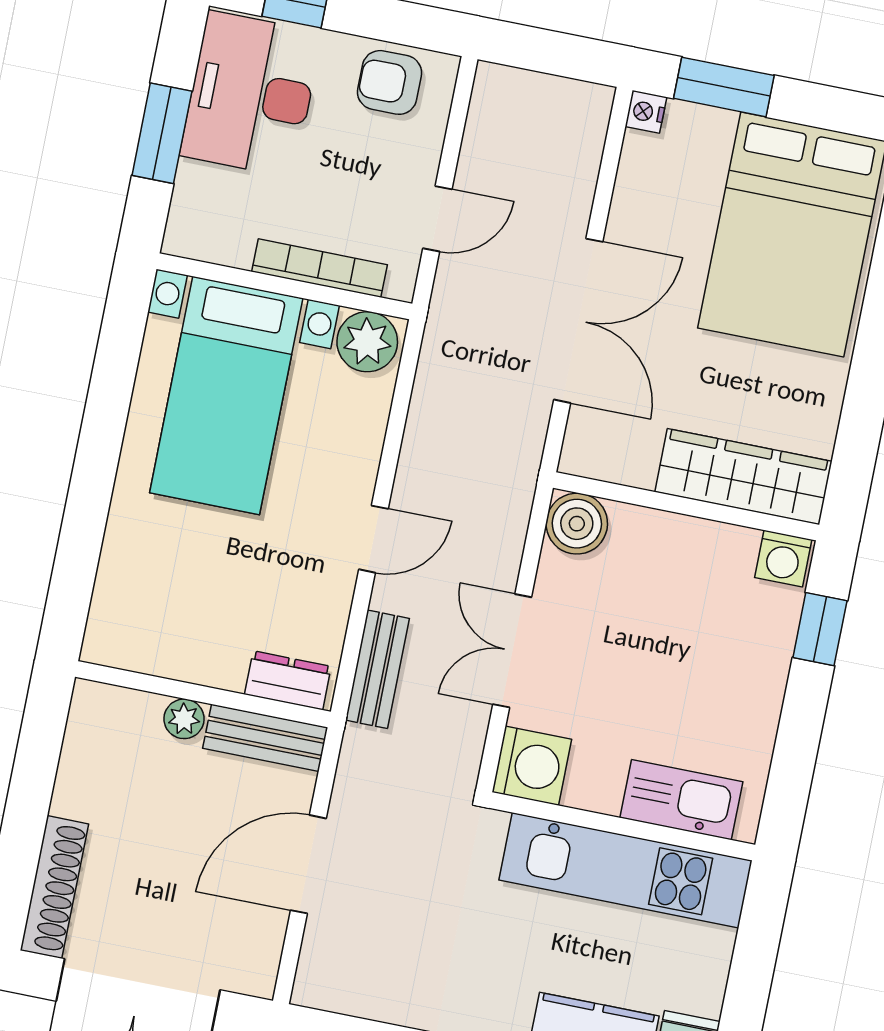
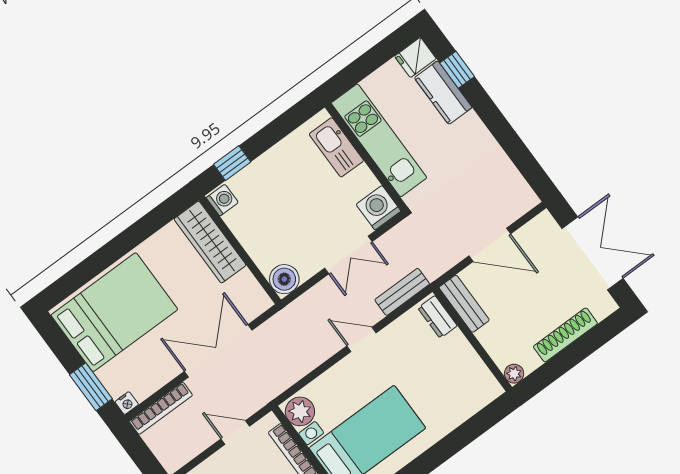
bookcase: (586, 152) -> (161, 408), added
plant: (184, 719) -> (514, 374), moved
shoe rack: (54, 887) -> (565, 335), moved

